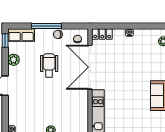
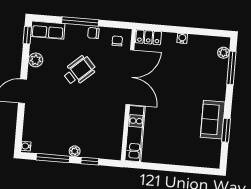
wheelchair: (49, 65) -> (79, 71), turned 48
double door: (90, 67) -> (130, 77), swing flipped

